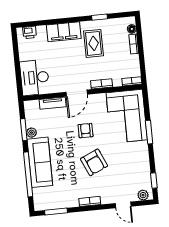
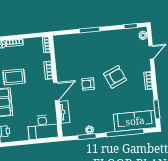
door: (77, 93) -> (56, 91), hinge flipped
corner sofa: (127, 116) -> (76, 49), removed
sofa: (40, 162) -> (135, 121), moved

